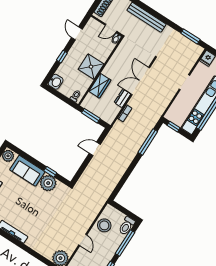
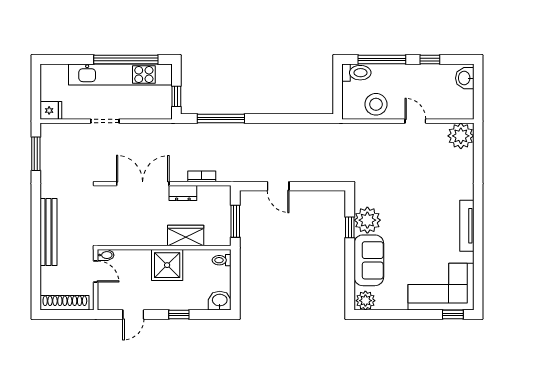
double door: (140, 81) -> (143, 184), swing flipped
door: (83, 240) -> (415, 121), hinge flipped

